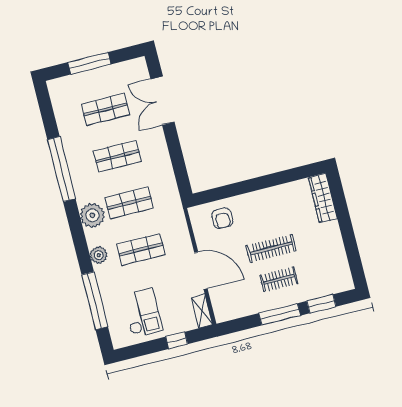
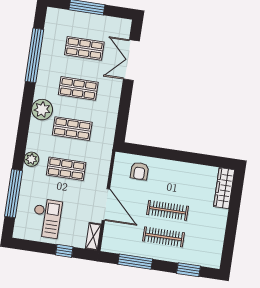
window: (61, 169) -> (34, 55), moved
plant: (92, 215) -> (42, 110), moved
clothes rail: (279, 279) -> (163, 237), width x1.36
window: (280, 314) -> (135, 262), moved

